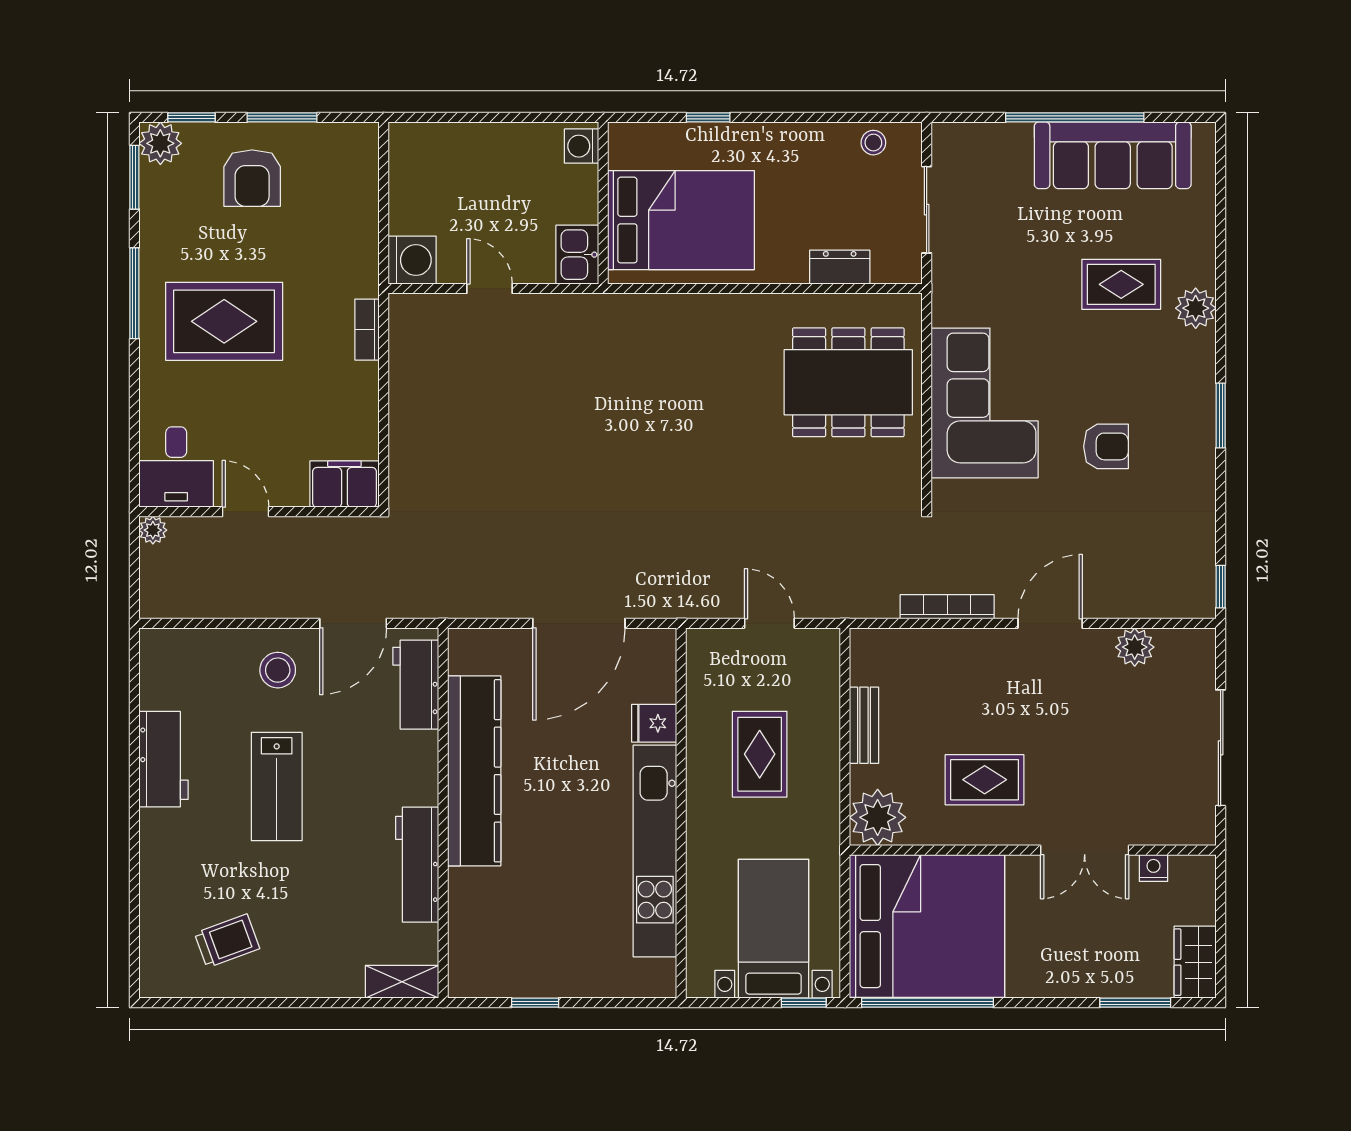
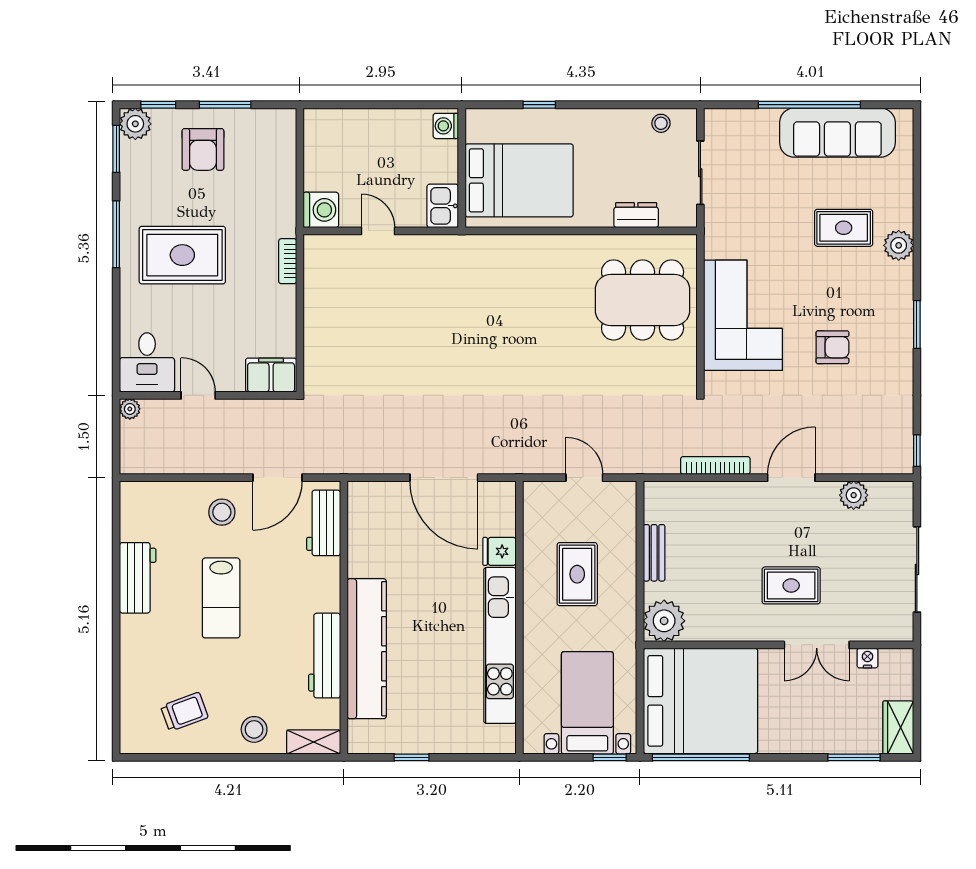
door: (579, 623) -> (444, 478), hinge flipped
kitchen counter: (474, 771) -> (367, 649), moved
rug: (985, 780) -> (791, 585), moved
stool: (321, 965) -> (254, 729), added

